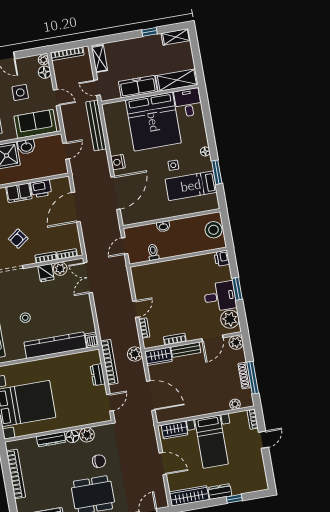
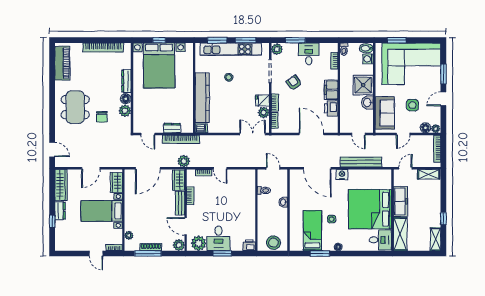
bench: (96, 125) -> (361, 162), moved

